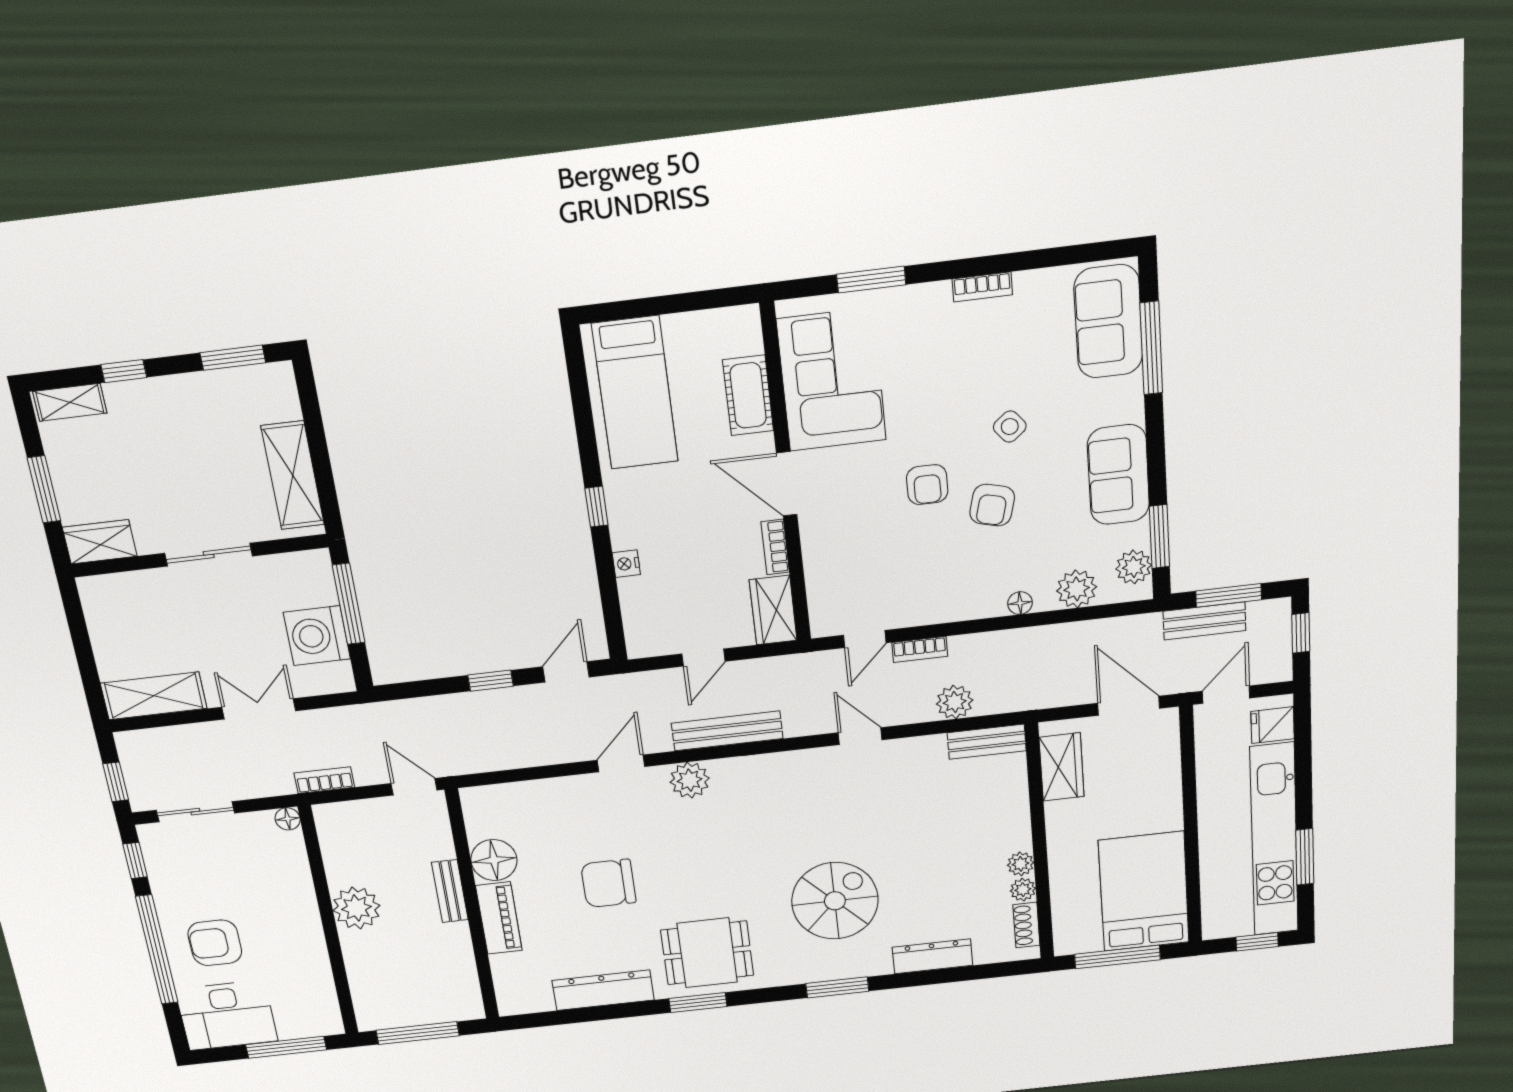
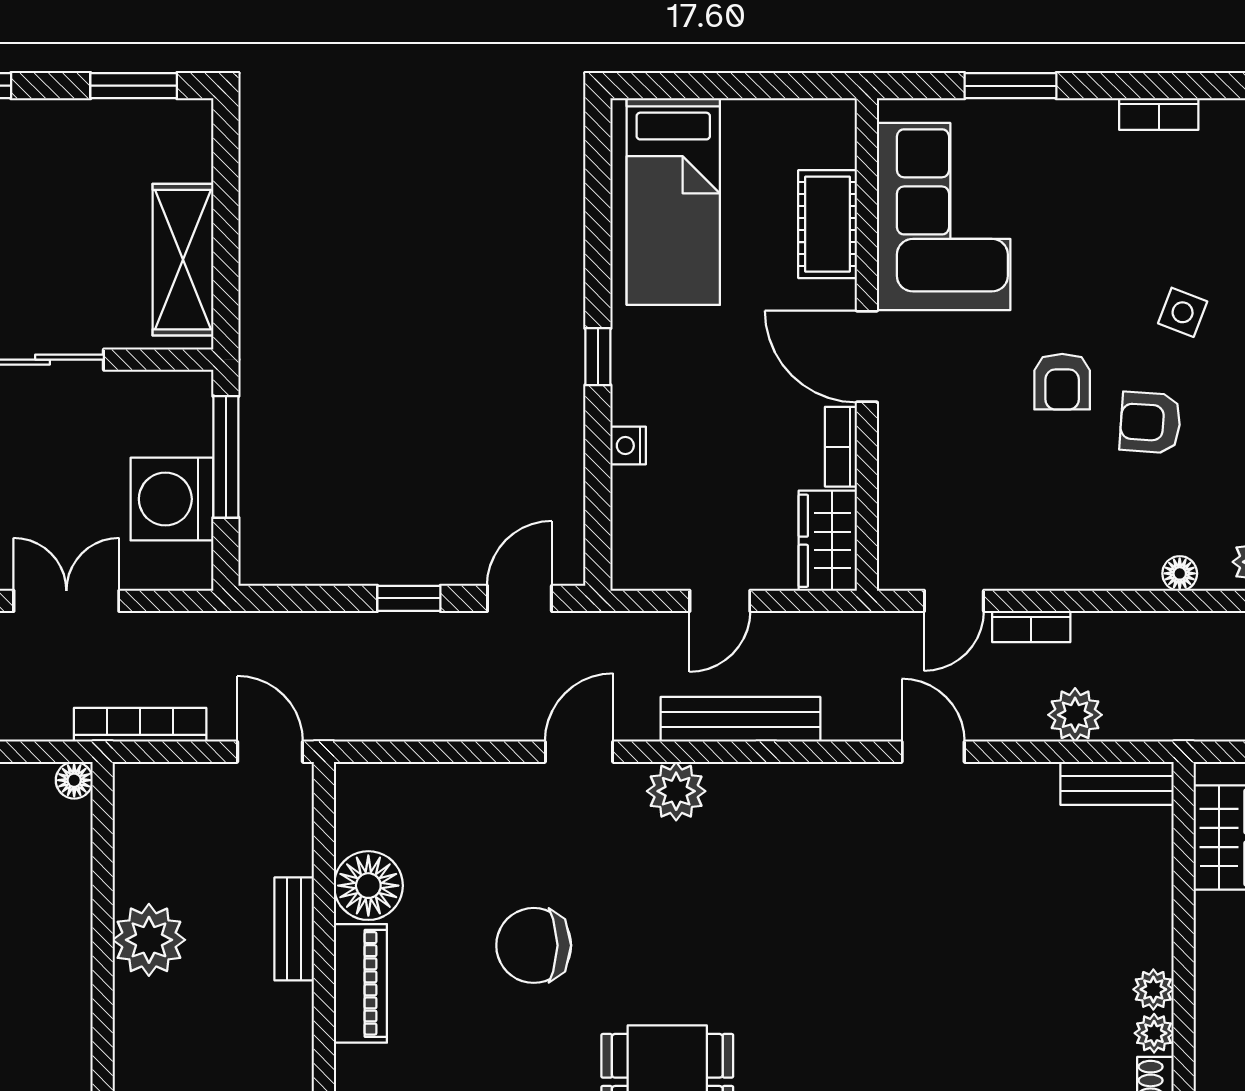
side table: (1010, 427) -> (1183, 312), turned -30
armchair: (992, 505) -> (1150, 423), turned 80
bookcase: (324, 780) -> (140, 725), width x1.56
spiral stairs: (835, 901) -> (870, 1017), removed

